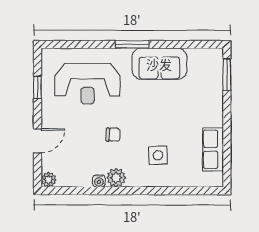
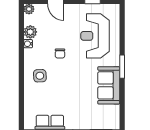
side table: (158, 155) -> (40, 76), moved
plant: (116, 178) -> (30, 32), moved

